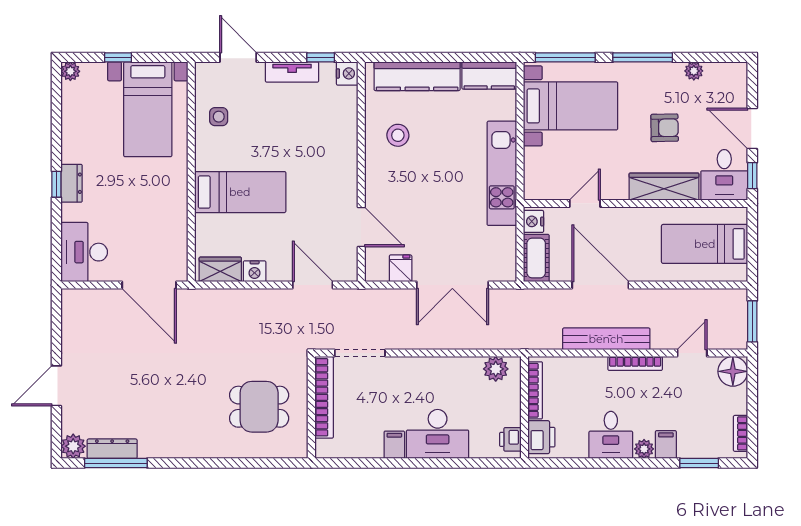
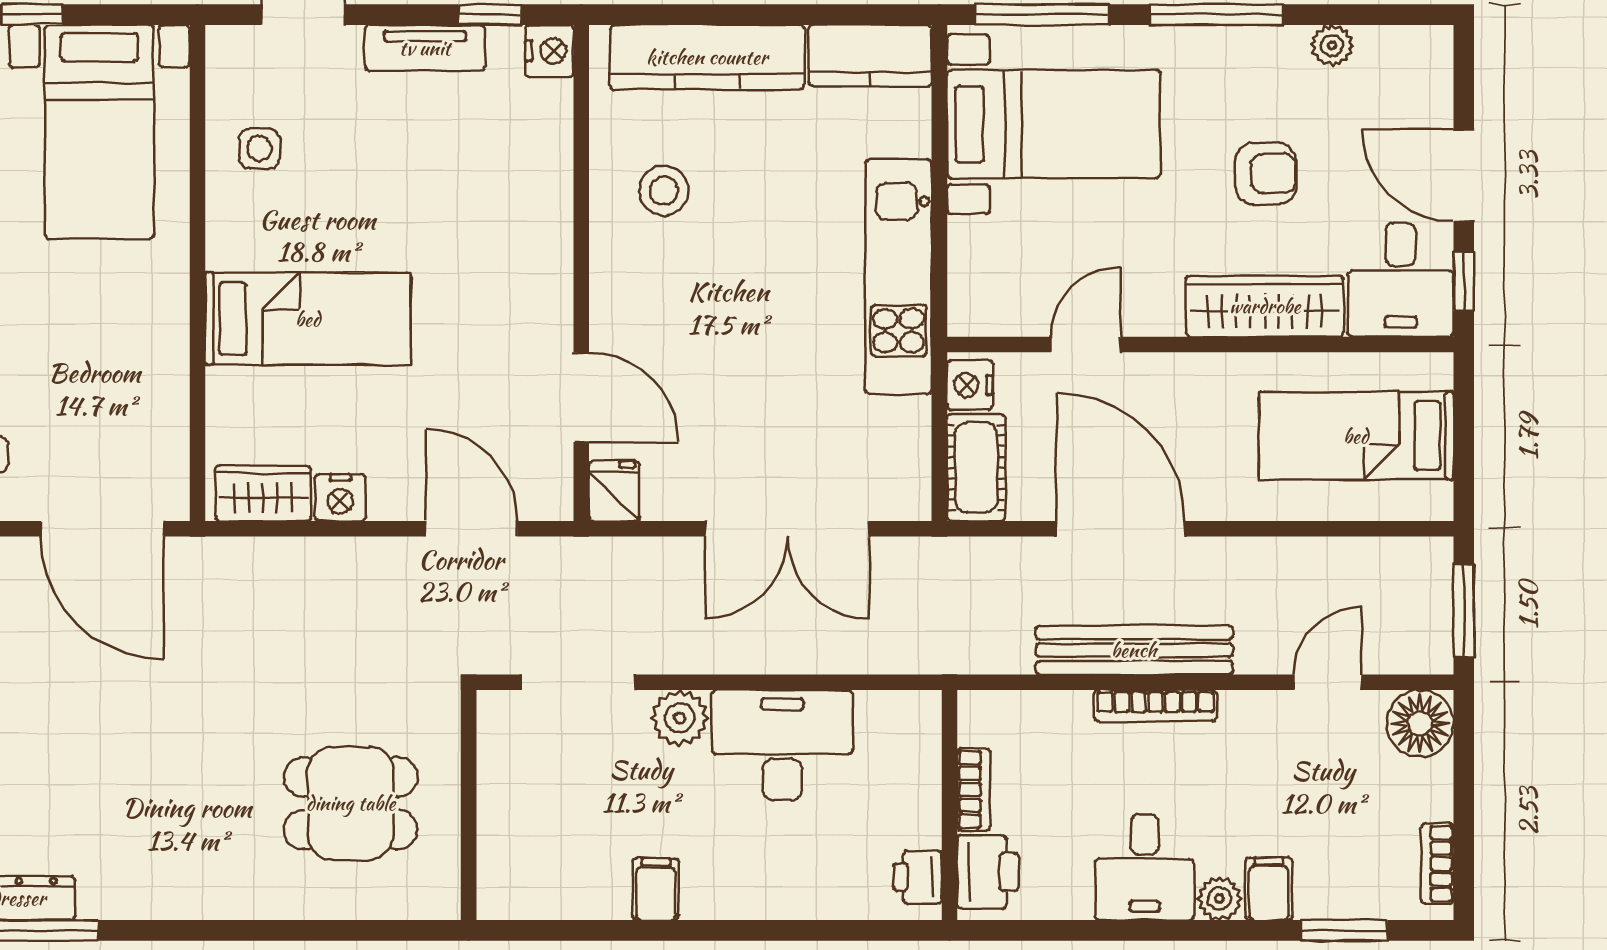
fridge: (401, 268) -> (614, 491), moved
bookcase: (635, 363) -> (1155, 706), moved
plant: (496, 369) -> (680, 718), moved
bookcase: (535, 390) -> (974, 790), width x0.64
bookcase: (324, 397) -> (497, 782), removed
desk: (438, 434) -> (782, 745), moved, turned 180

